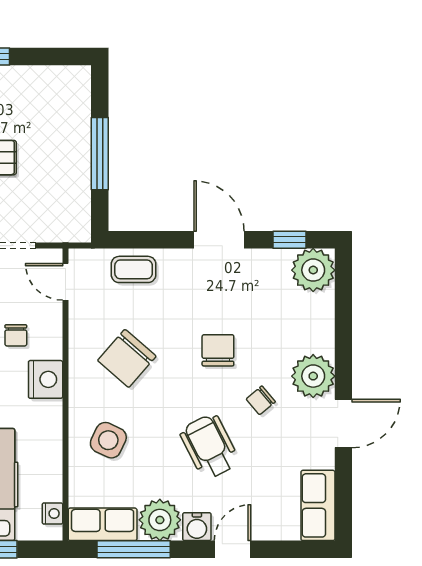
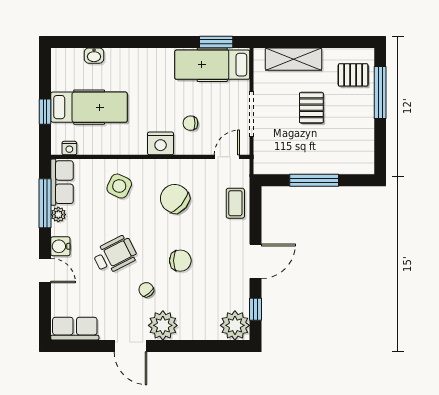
plant: (160, 520) -> (58, 215), width x0.53, depth x0.53

